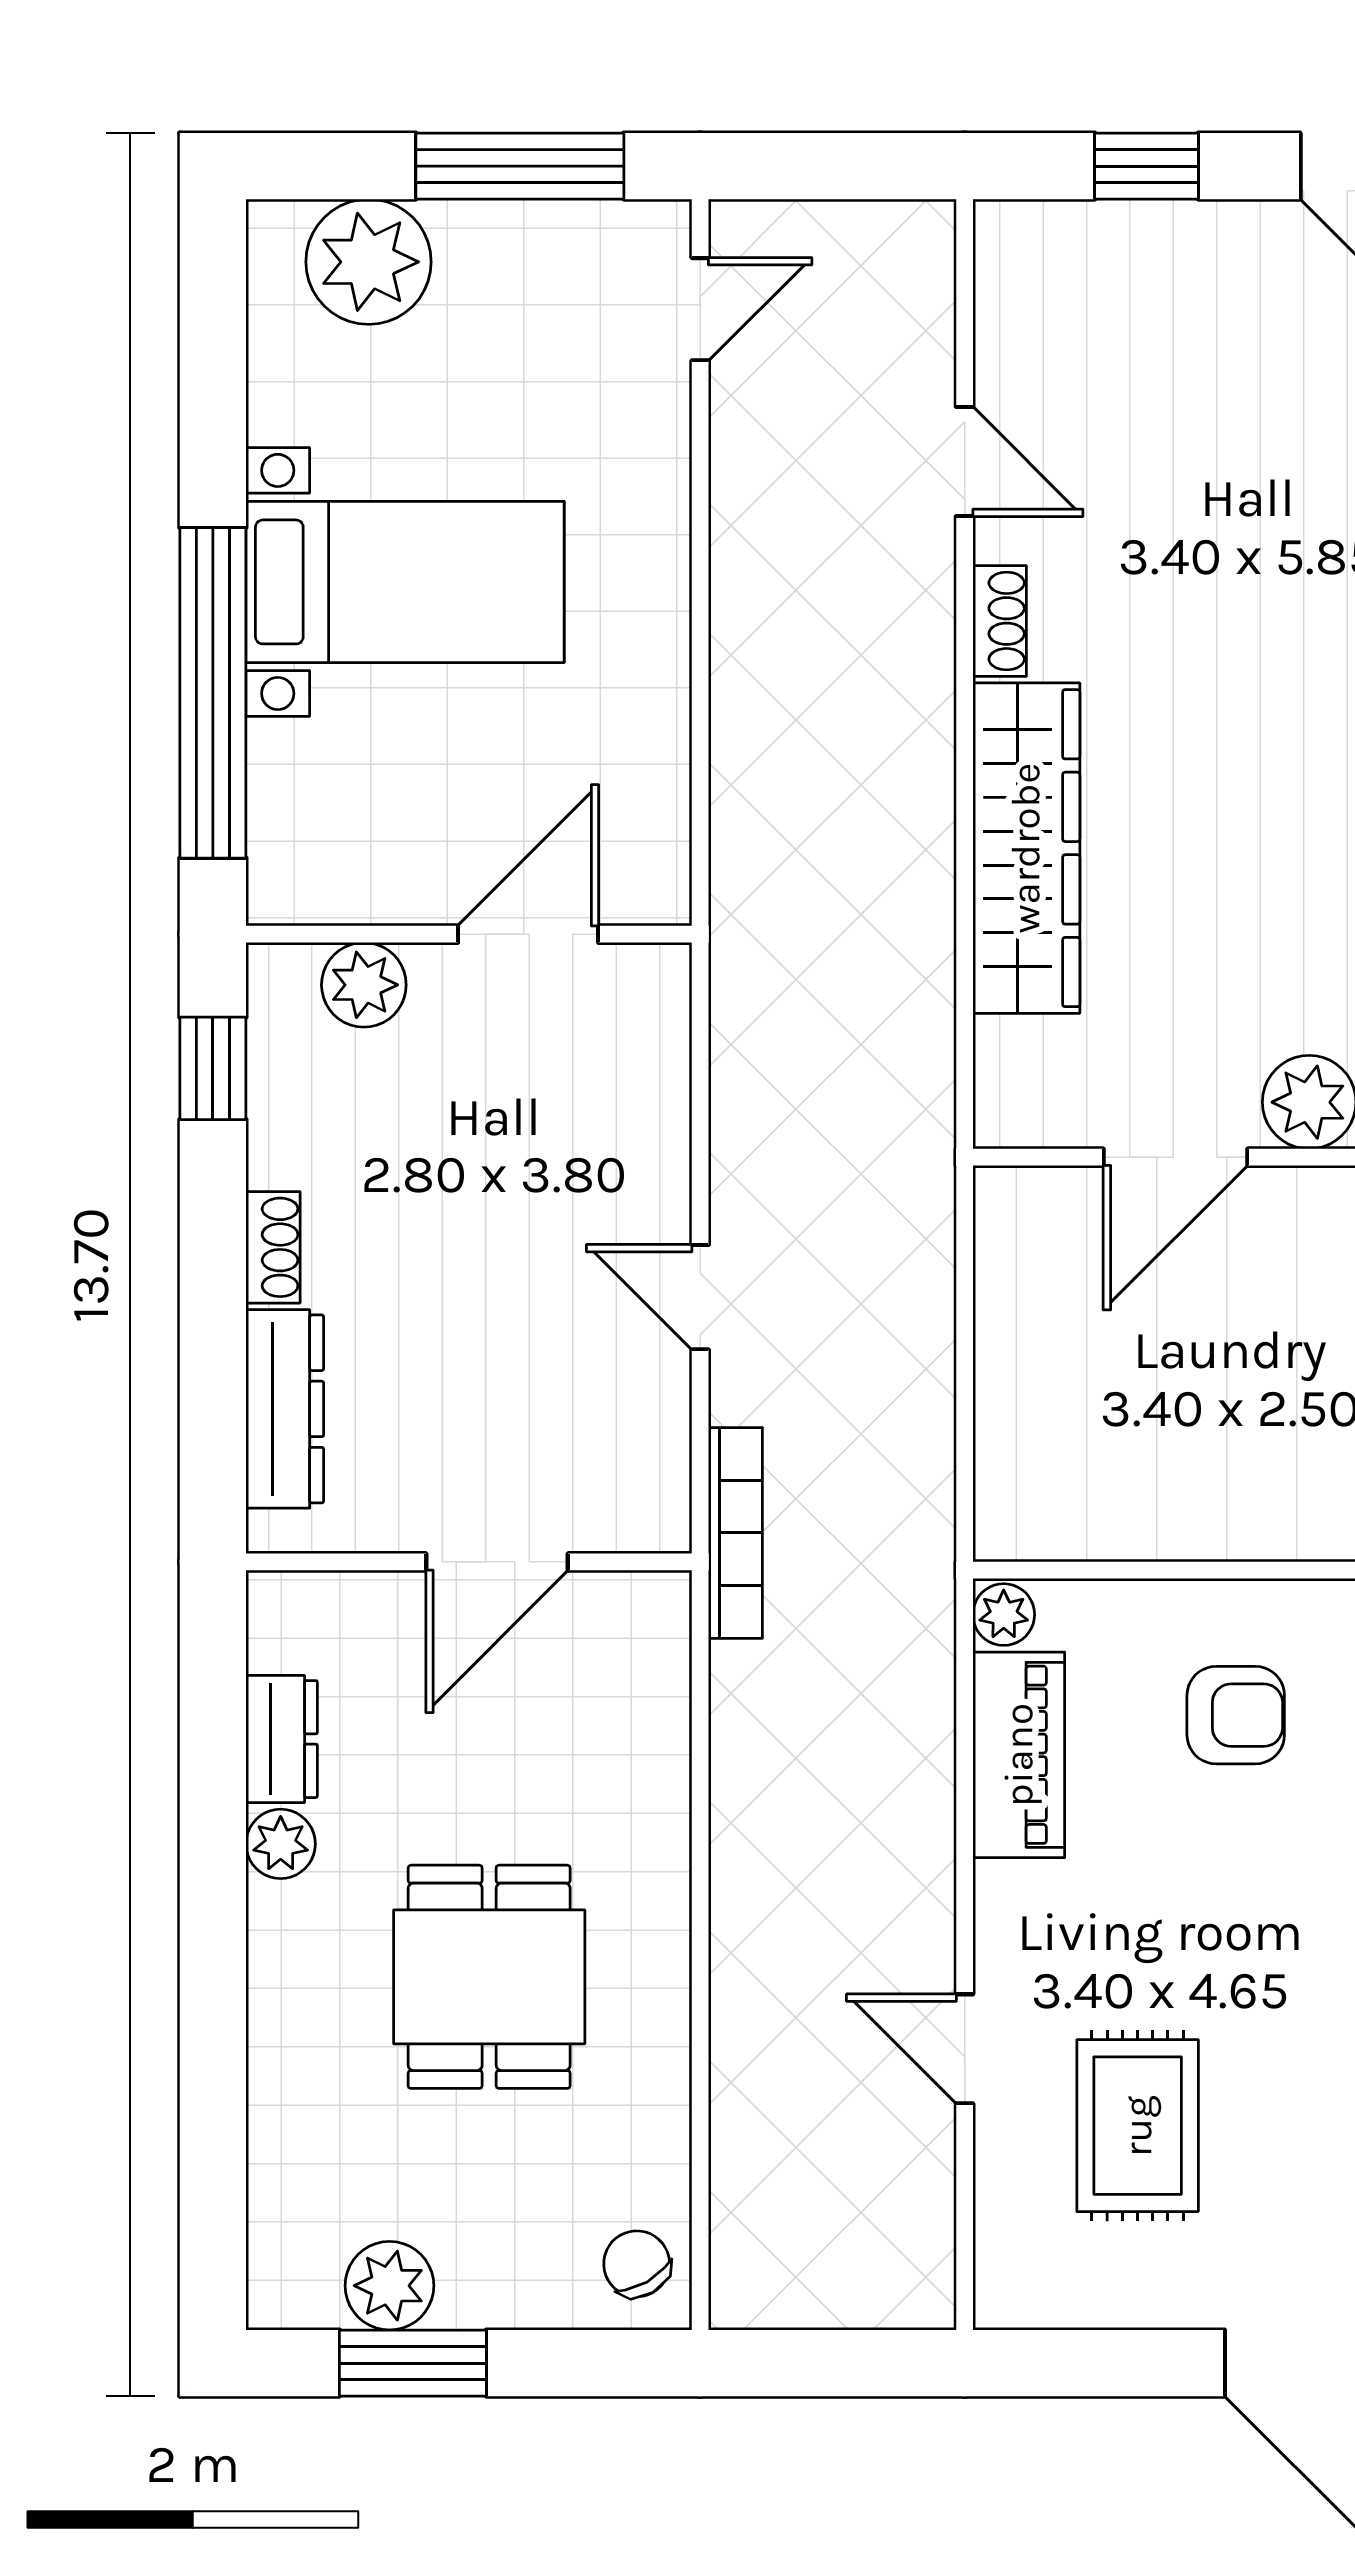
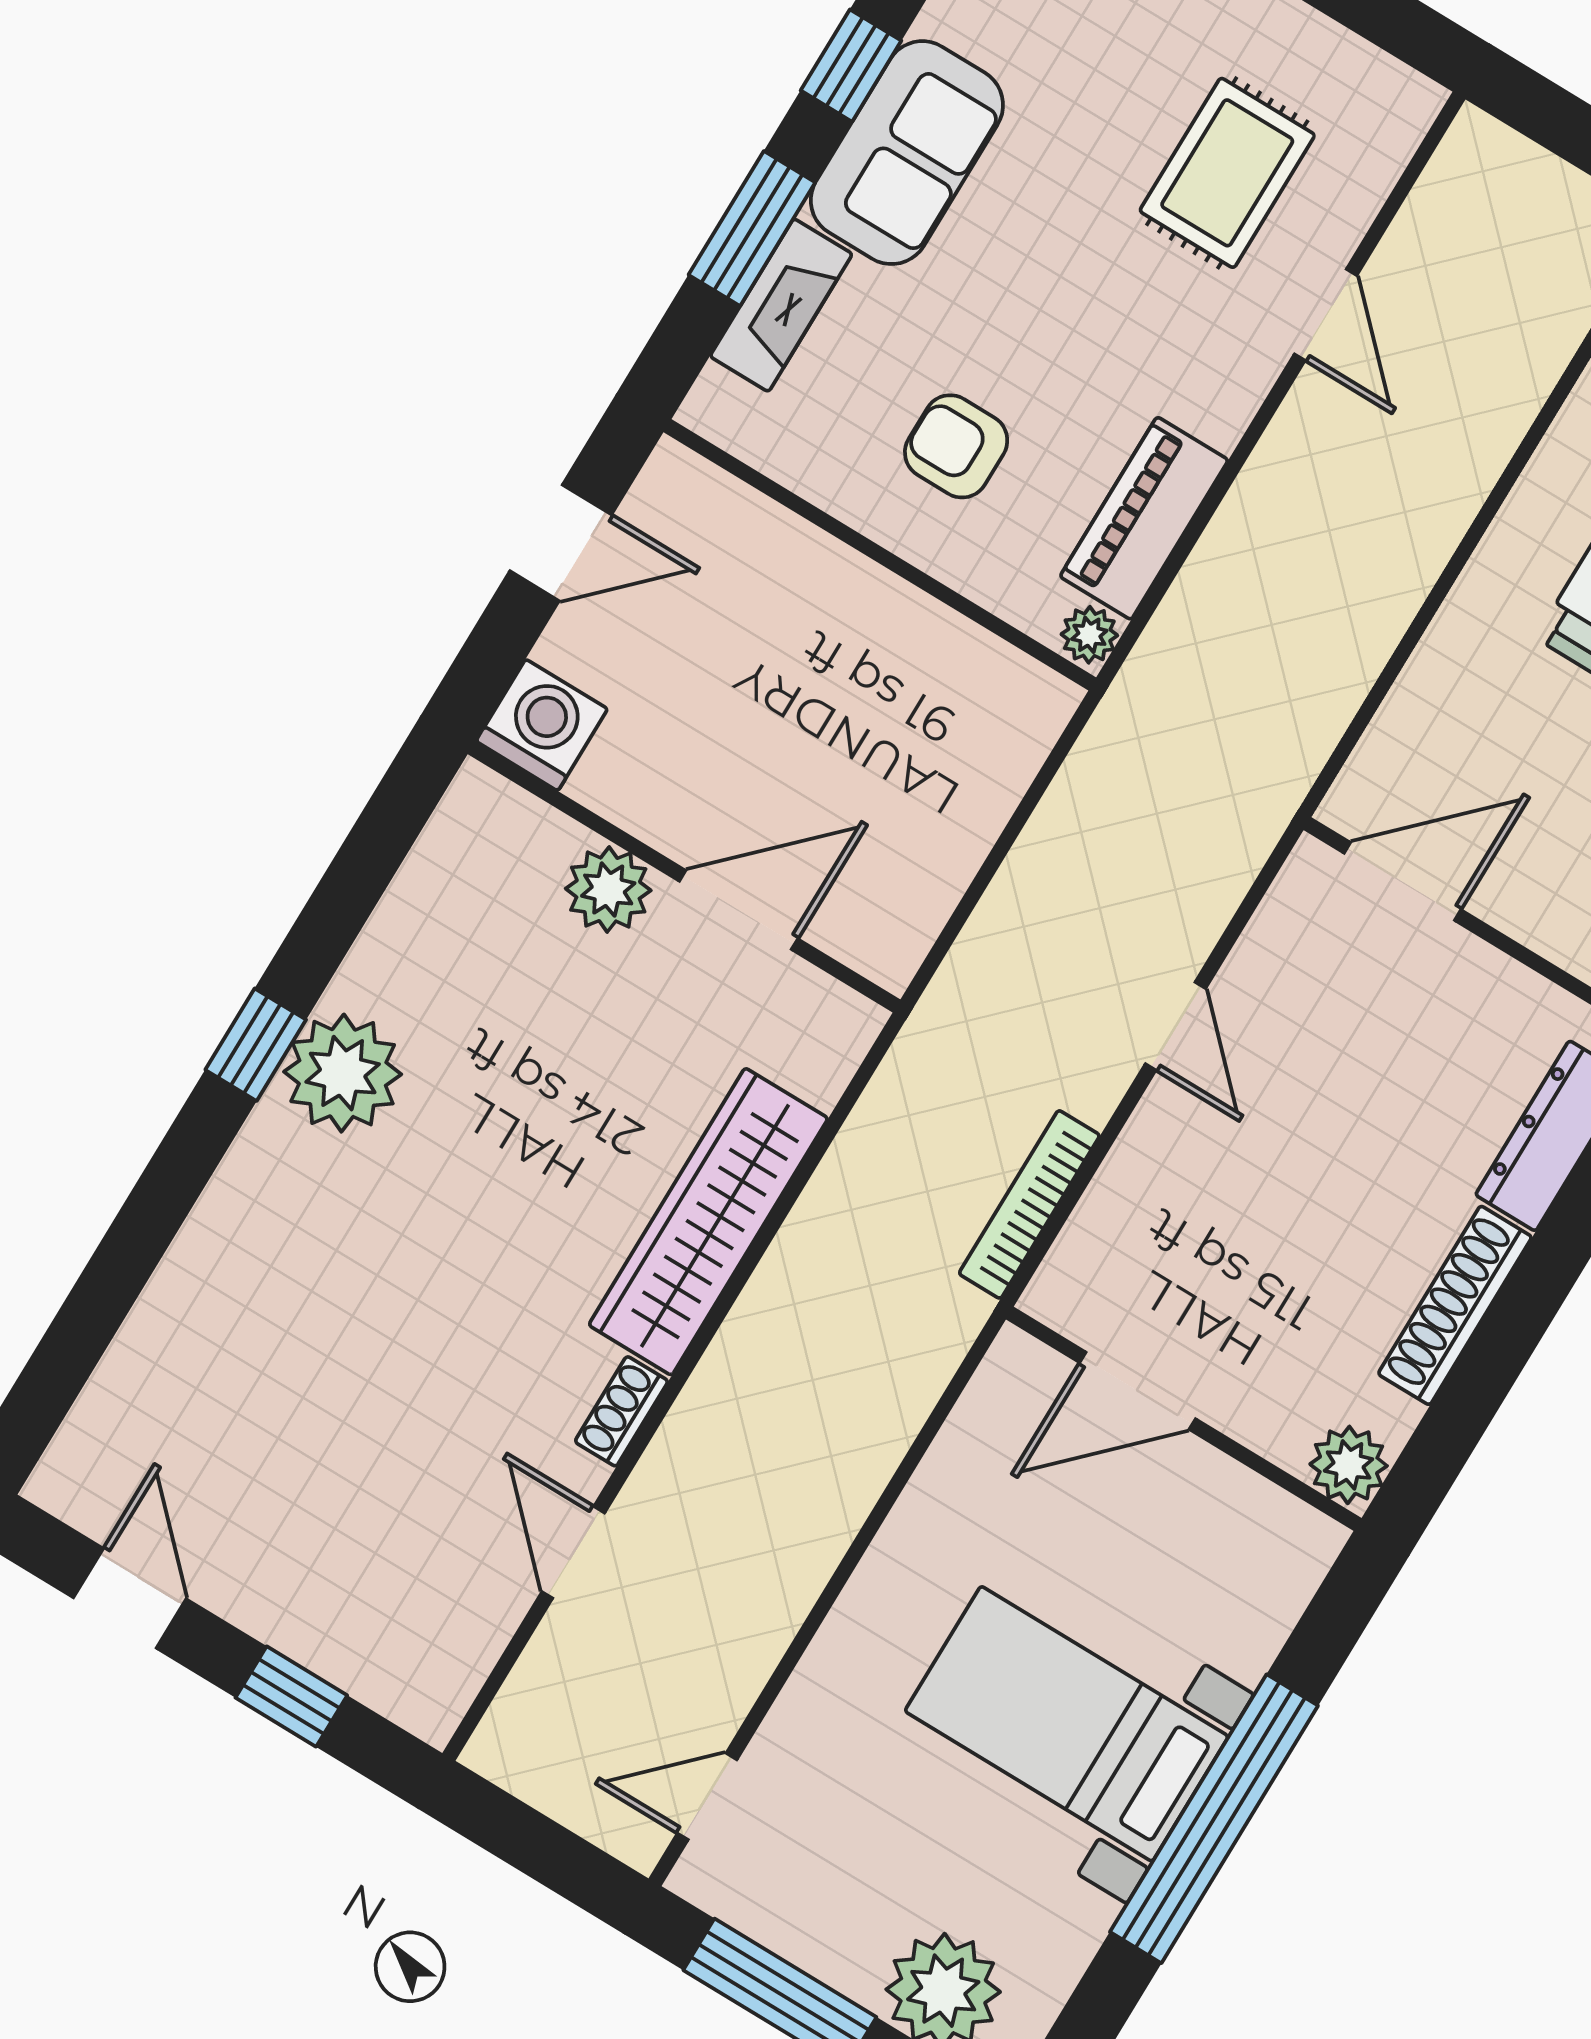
window: (213, 693) -> (1214, 1819), moved
plant: (364, 985) -> (1349, 1465), moved
window: (213, 1068) -> (1447, 1435), removed
shoe rack: (273, 1247) -> (1455, 1305), width x1.94, depth x1.24
bookcase: (735, 1533) -> (1029, 1204), moved
door: (497, 1562) -> (1402, 881), moved

